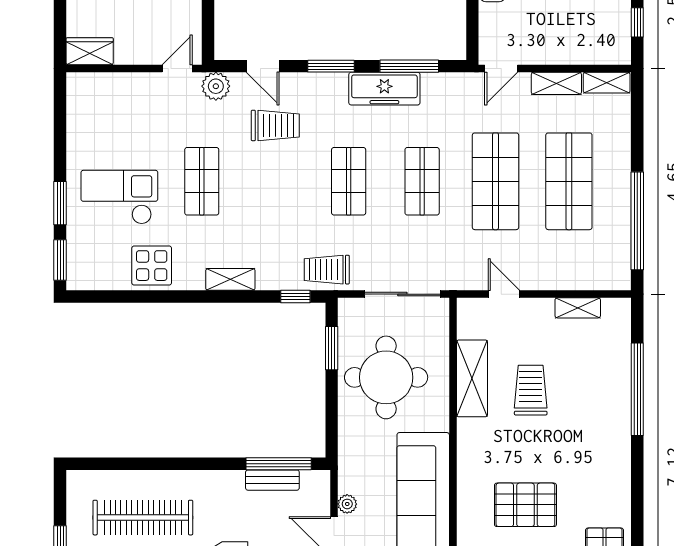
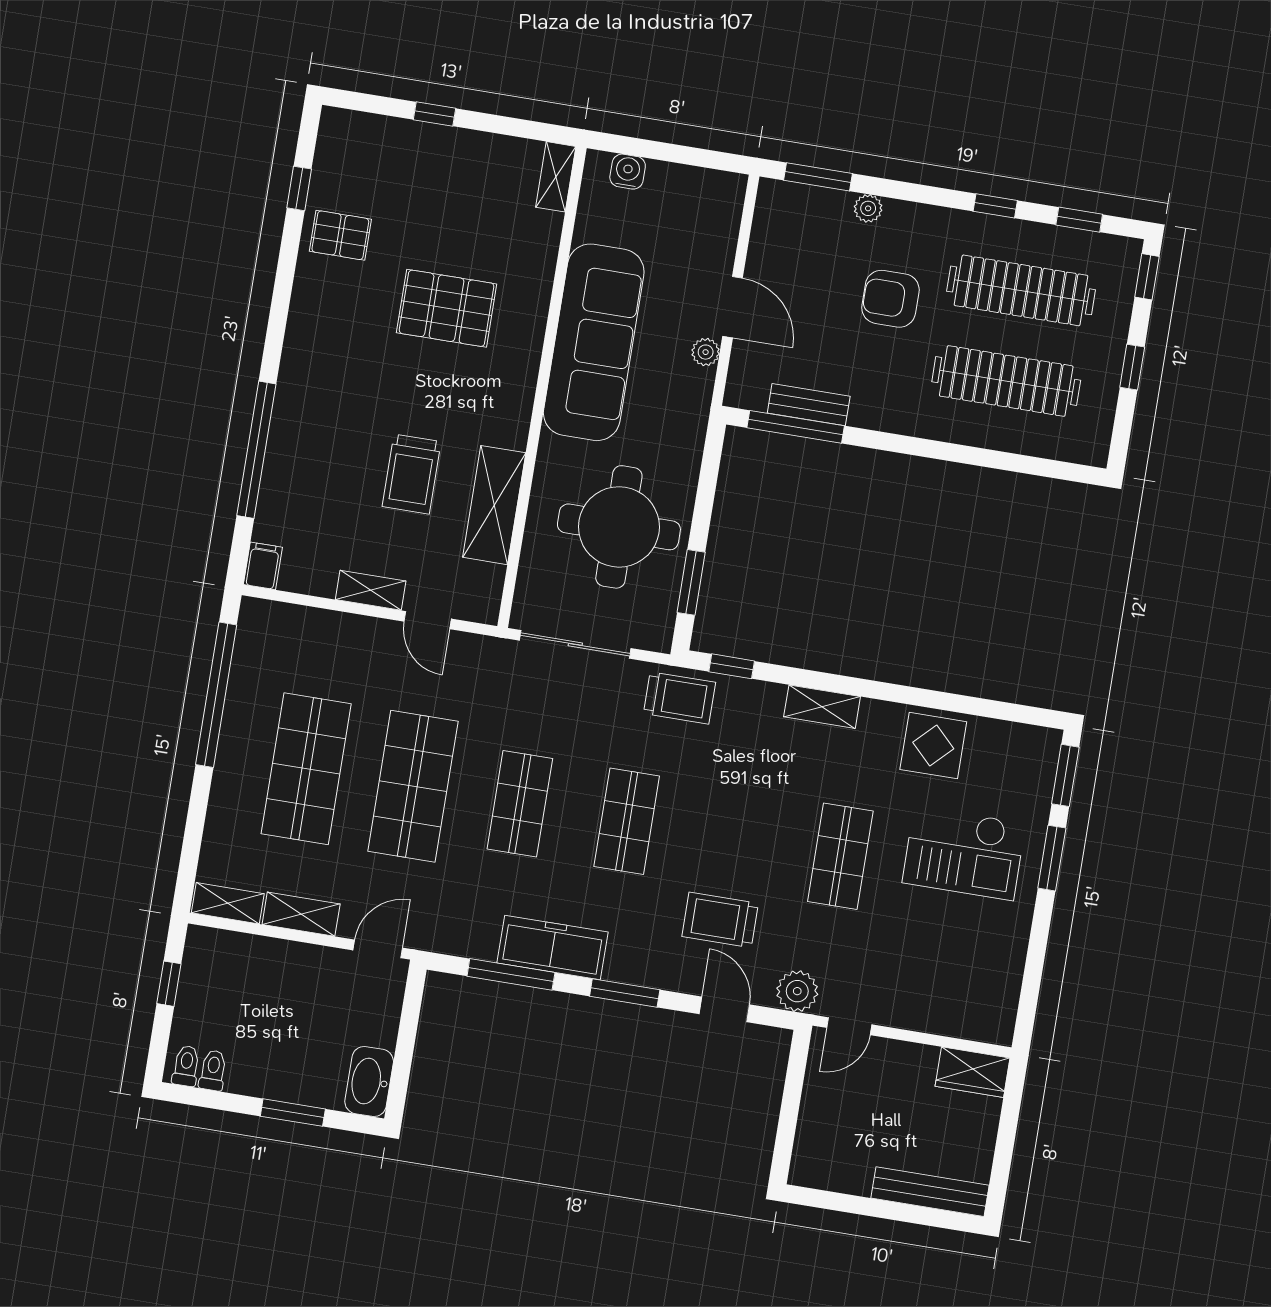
shelving: (578, 308) -> (371, 590), moved
filing cabinet: (620, 312) -> (263, 566), added

